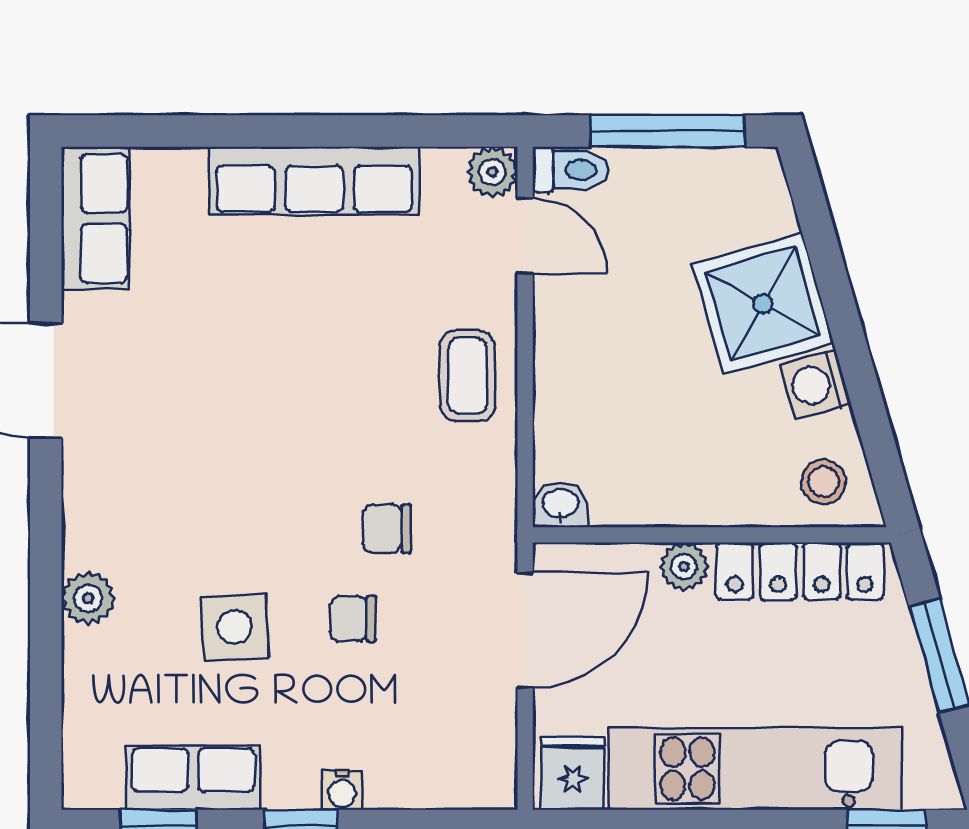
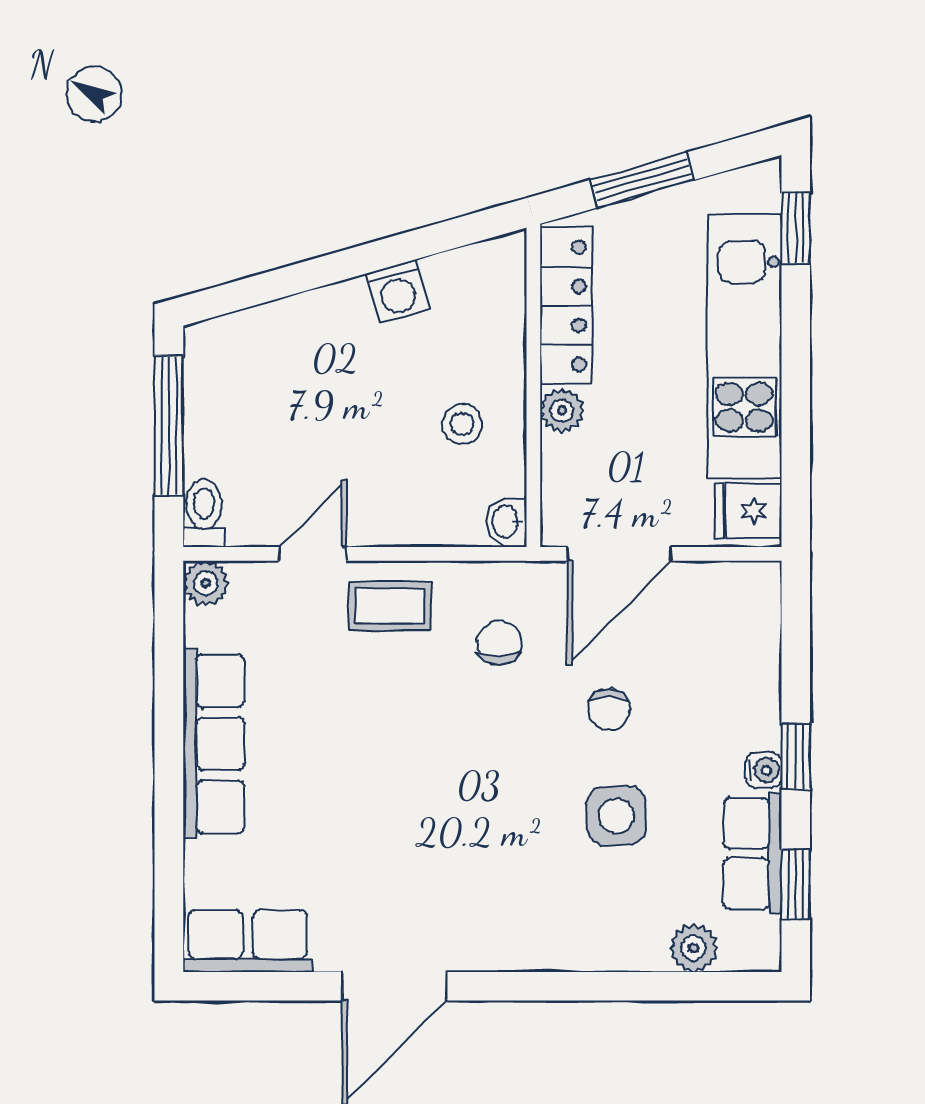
door: (525, 236) -> (313, 554), moved
shower: (763, 304) -> (325, 339), removed
stool: (823, 482) -> (462, 424), moved
chair: (387, 529) -> (499, 643), moved, turned 180
plant: (88, 598) -> (693, 948), moved
door: (525, 630) -> (619, 554), swing flipped
water cooler: (342, 790) -> (764, 770), moved

